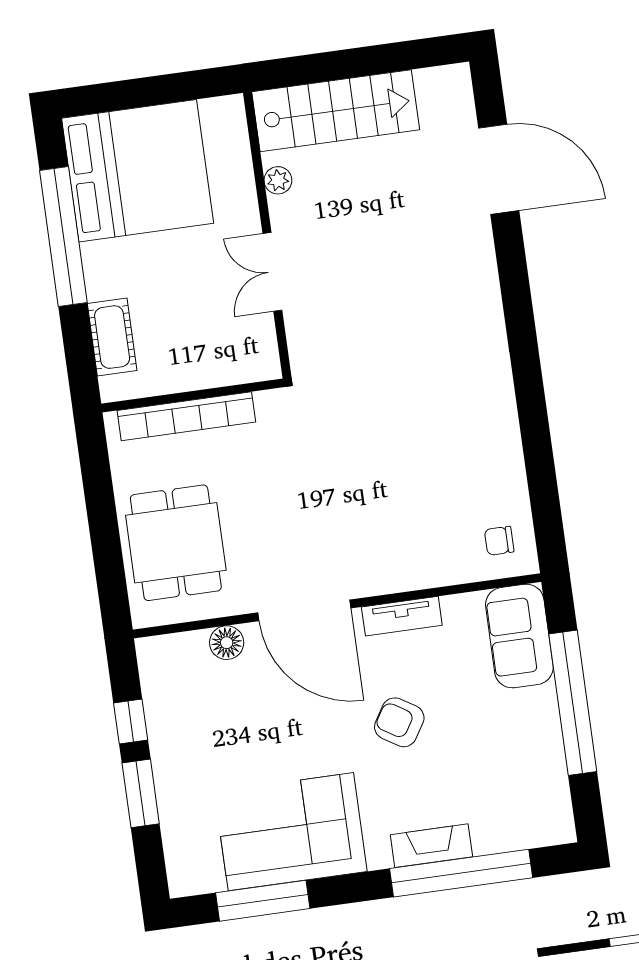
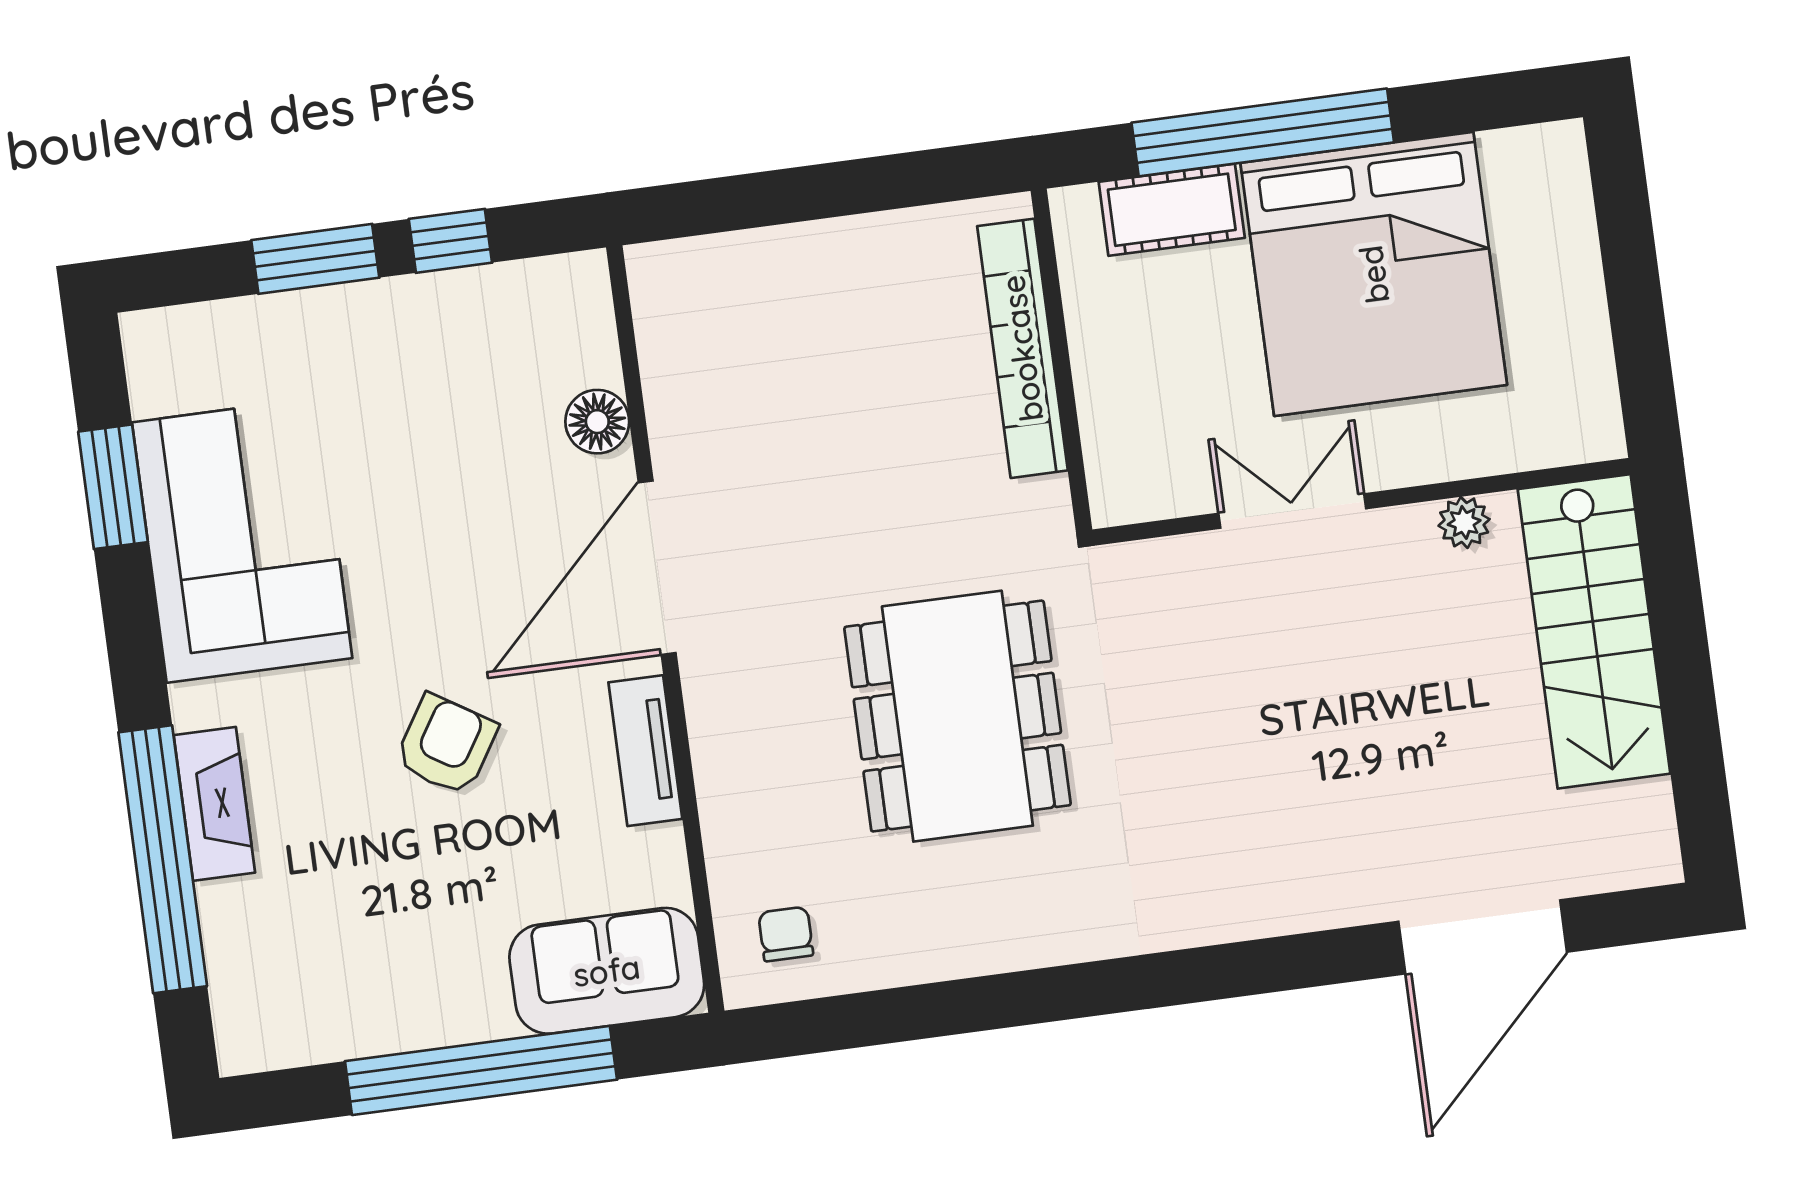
bed: (138, 171) -> (1374, 274), moved
window: (63, 236) -> (1263, 132), moved
dining table: (176, 543) -> (957, 716), moved, width x1.38
window: (263, 901) -> (113, 487), width x0.69

